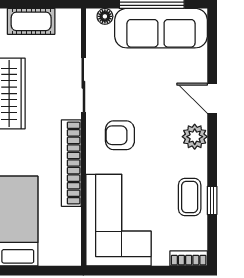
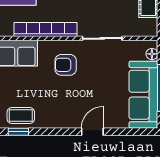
armchair: (120, 135) -> (66, 65), turned -90
plant: (195, 137) -> (65, 119), removed

